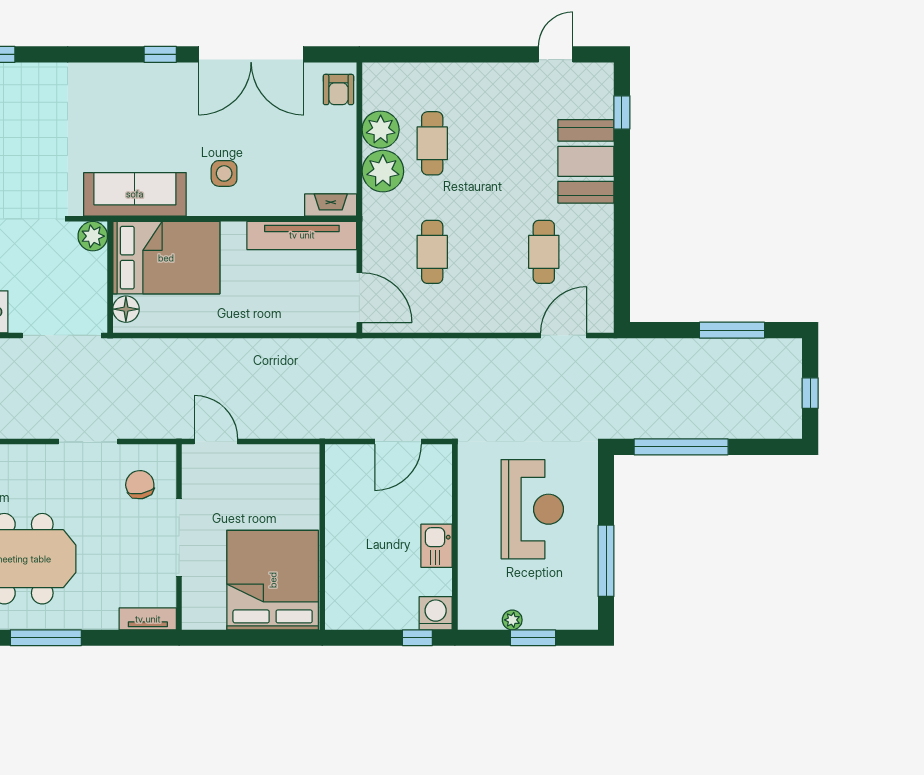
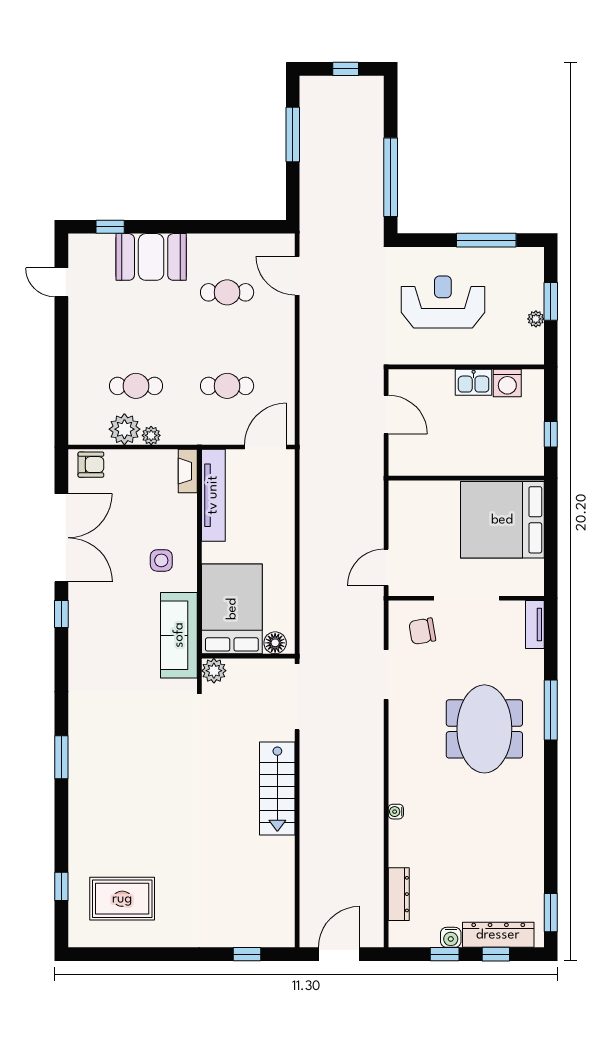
plant: (383, 171) -> (151, 435), width x0.53, depth x0.53
washing machine: (436, 613) -> (507, 383), moved, turned -90
window: (417, 638) -> (551, 434), moved

